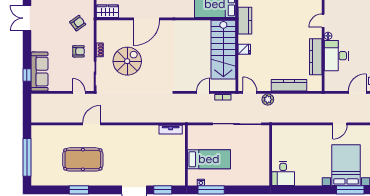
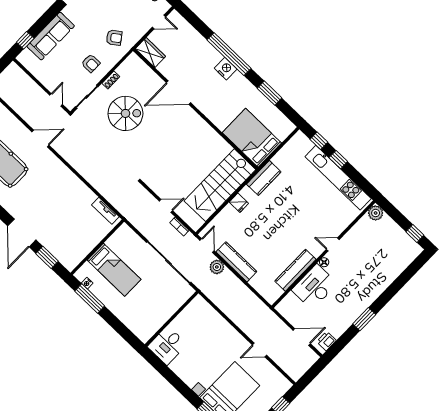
sofa: (40, 72) -> (51, 36), moved
kitchen counter: (289, 85) -> (236, 262), moved

